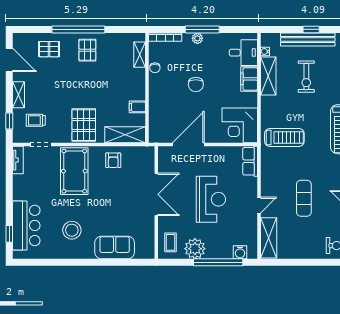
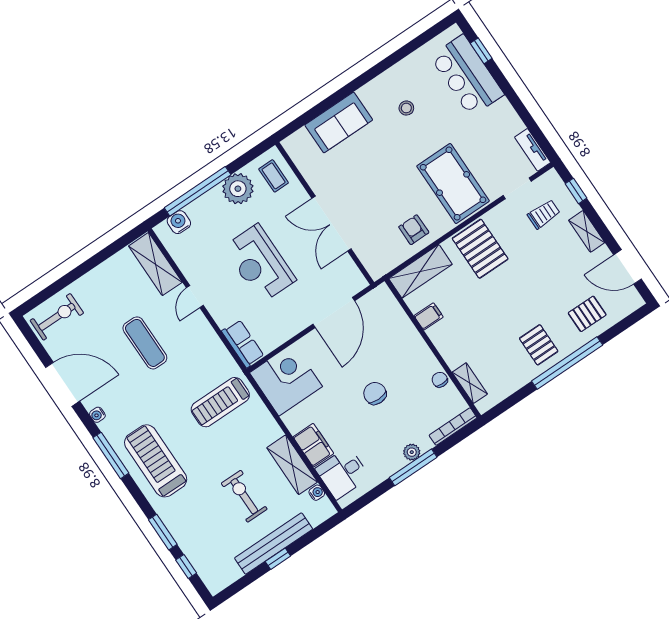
stool: (72, 230) -> (406, 108), width x0.53, depth x0.53

